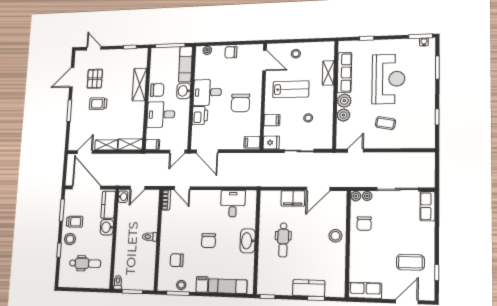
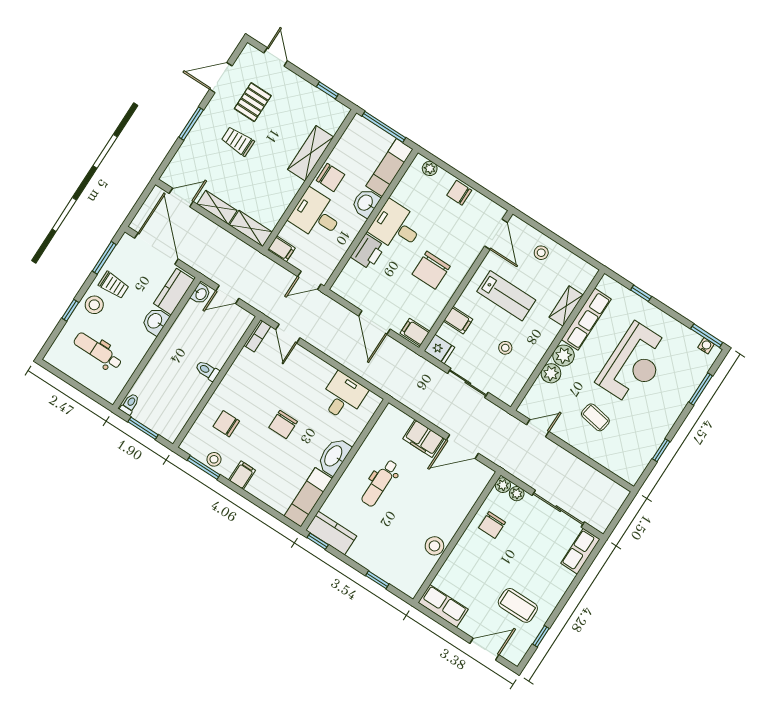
door: (207, 151) -> (374, 322), moved
stool: (335, 236) -> (434, 546), moved
dental chair: (85, 263) -> (98, 351), turned 180
exam couch: (228, 286) -> (308, 497), moved, turned -90
kitchen counter: (309, 288) -> (331, 533), moved

